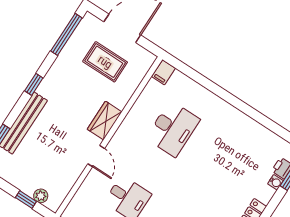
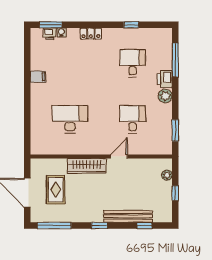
filing cabinet: (164, 72) -> (38, 77), moved
wardrobe: (105, 121) -> (87, 166), width x1.50
window: (26, 199) -> (175, 193), moved

